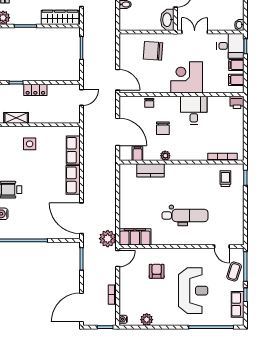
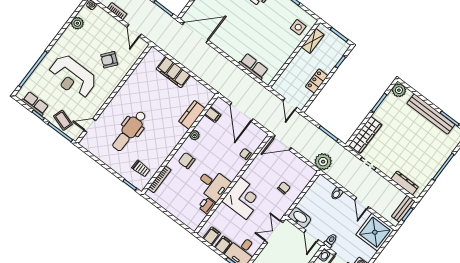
double door: (195, 32) -> (274, 232), swing flipped
chair: (153, 51) -> (284, 188), width x0.54, depth x0.54
locker: (35, 90) -> (317, 81), moved
printer: (237, 102) -> (207, 206), moved
chair: (163, 128) -> (187, 161), moved
door: (118, 132) -> (241, 112), hinge flipped
side table: (30, 144) -> (298, 27), moved
row of seats: (73, 180) -> (230, 49), removed
dental chair: (185, 215) -> (129, 131), moved
filing cabinet: (135, 237) -> (173, 72), moved, turned 90
plant: (108, 239) -> (323, 162), moved
door: (118, 259) -> (134, 31), moved
armchair: (157, 271) -> (109, 60), turned 129

